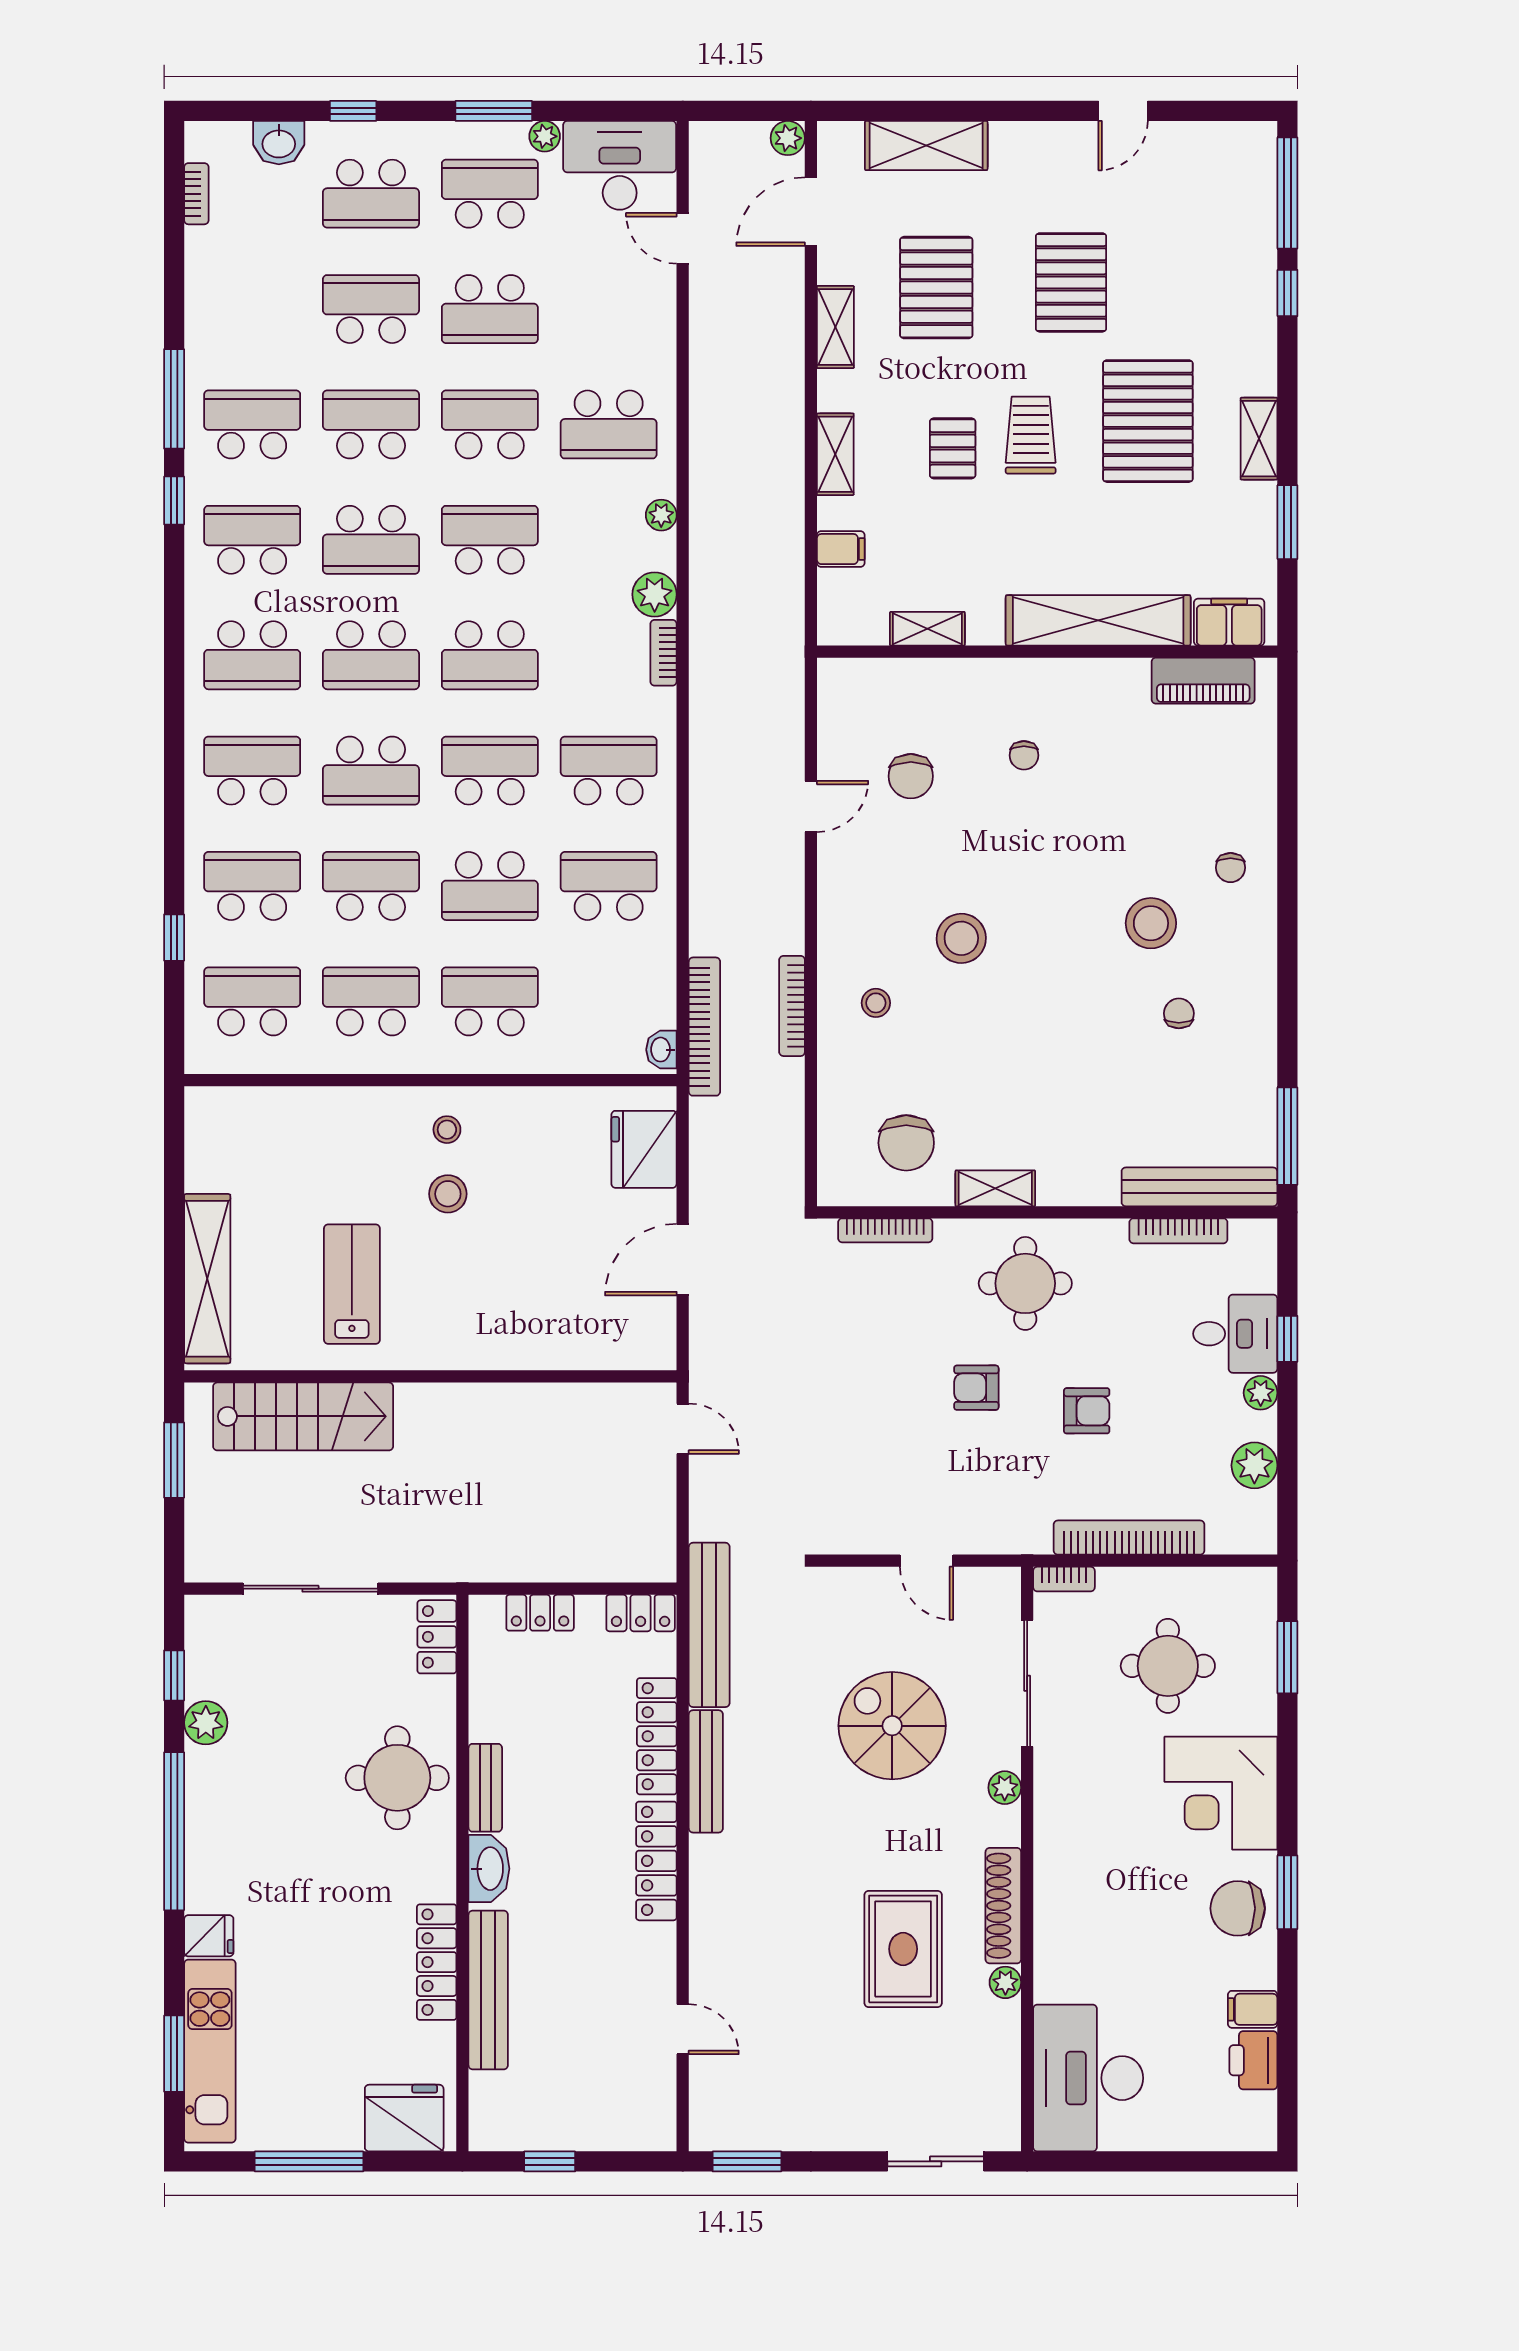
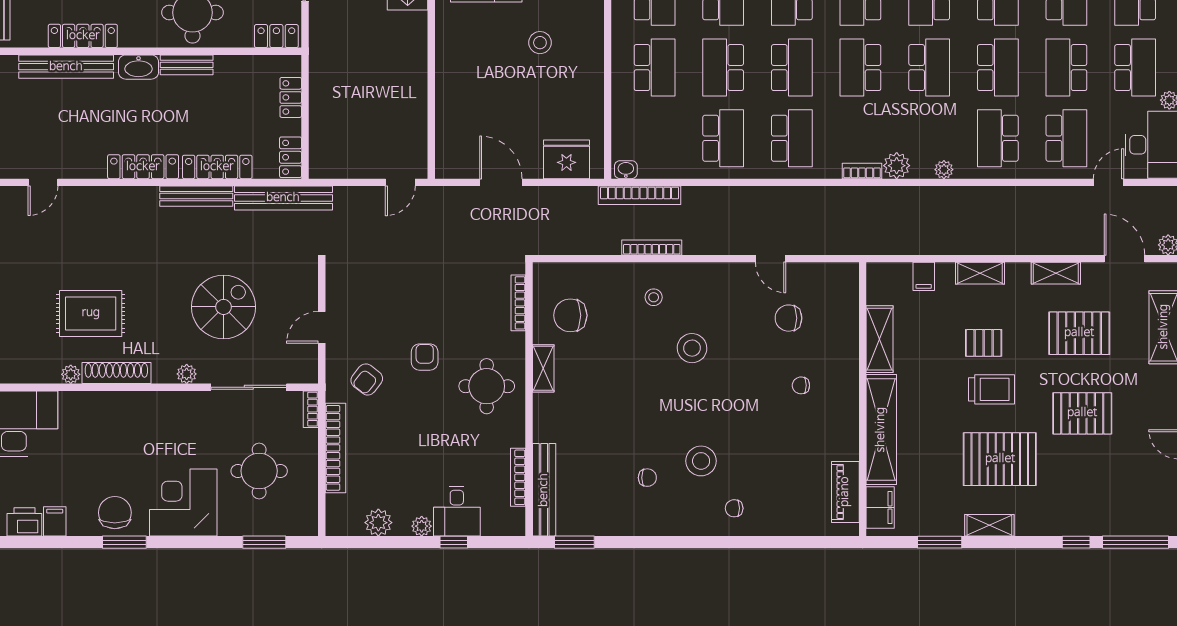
school desk: (609, 309) -> (1066, 138), added
shelving: (927, 629) -> (880, 339), width x1.50, depth x1.33
stool: (447, 1130) -> (578, 42), removed
window: (1287, 1136) -> (574, 542), width x0.69
armchair: (1087, 1411) -> (367, 379), moved, turned 38

